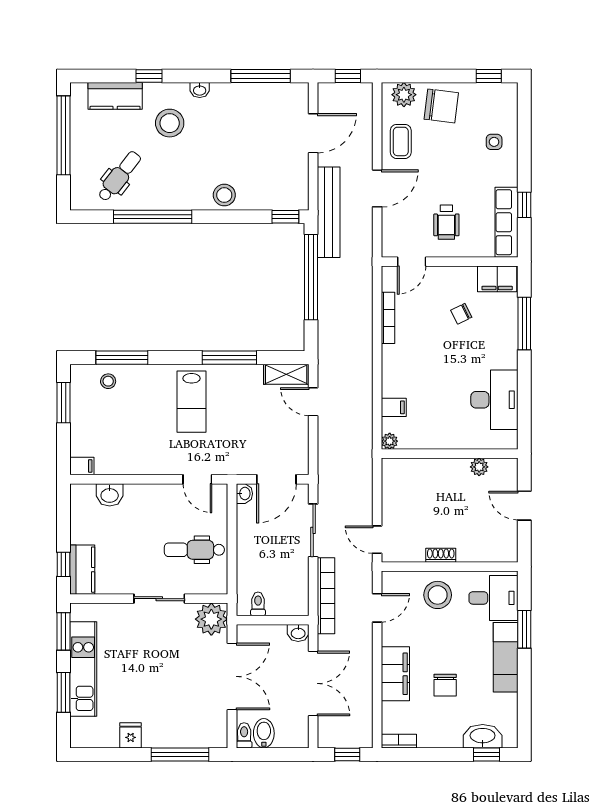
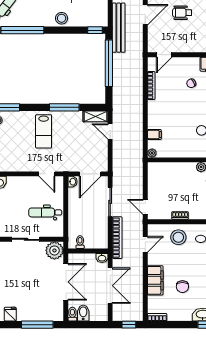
wheelchair: (446, 222) -> (182, 13), moved, turned 90

